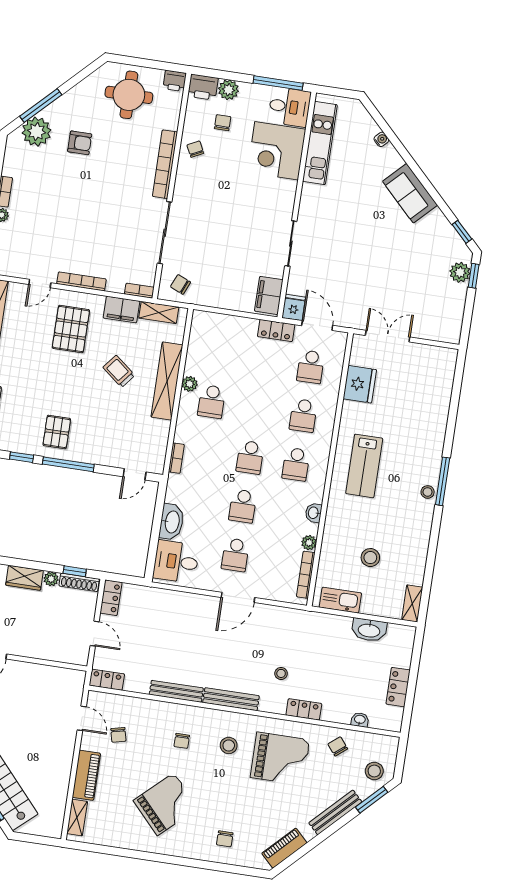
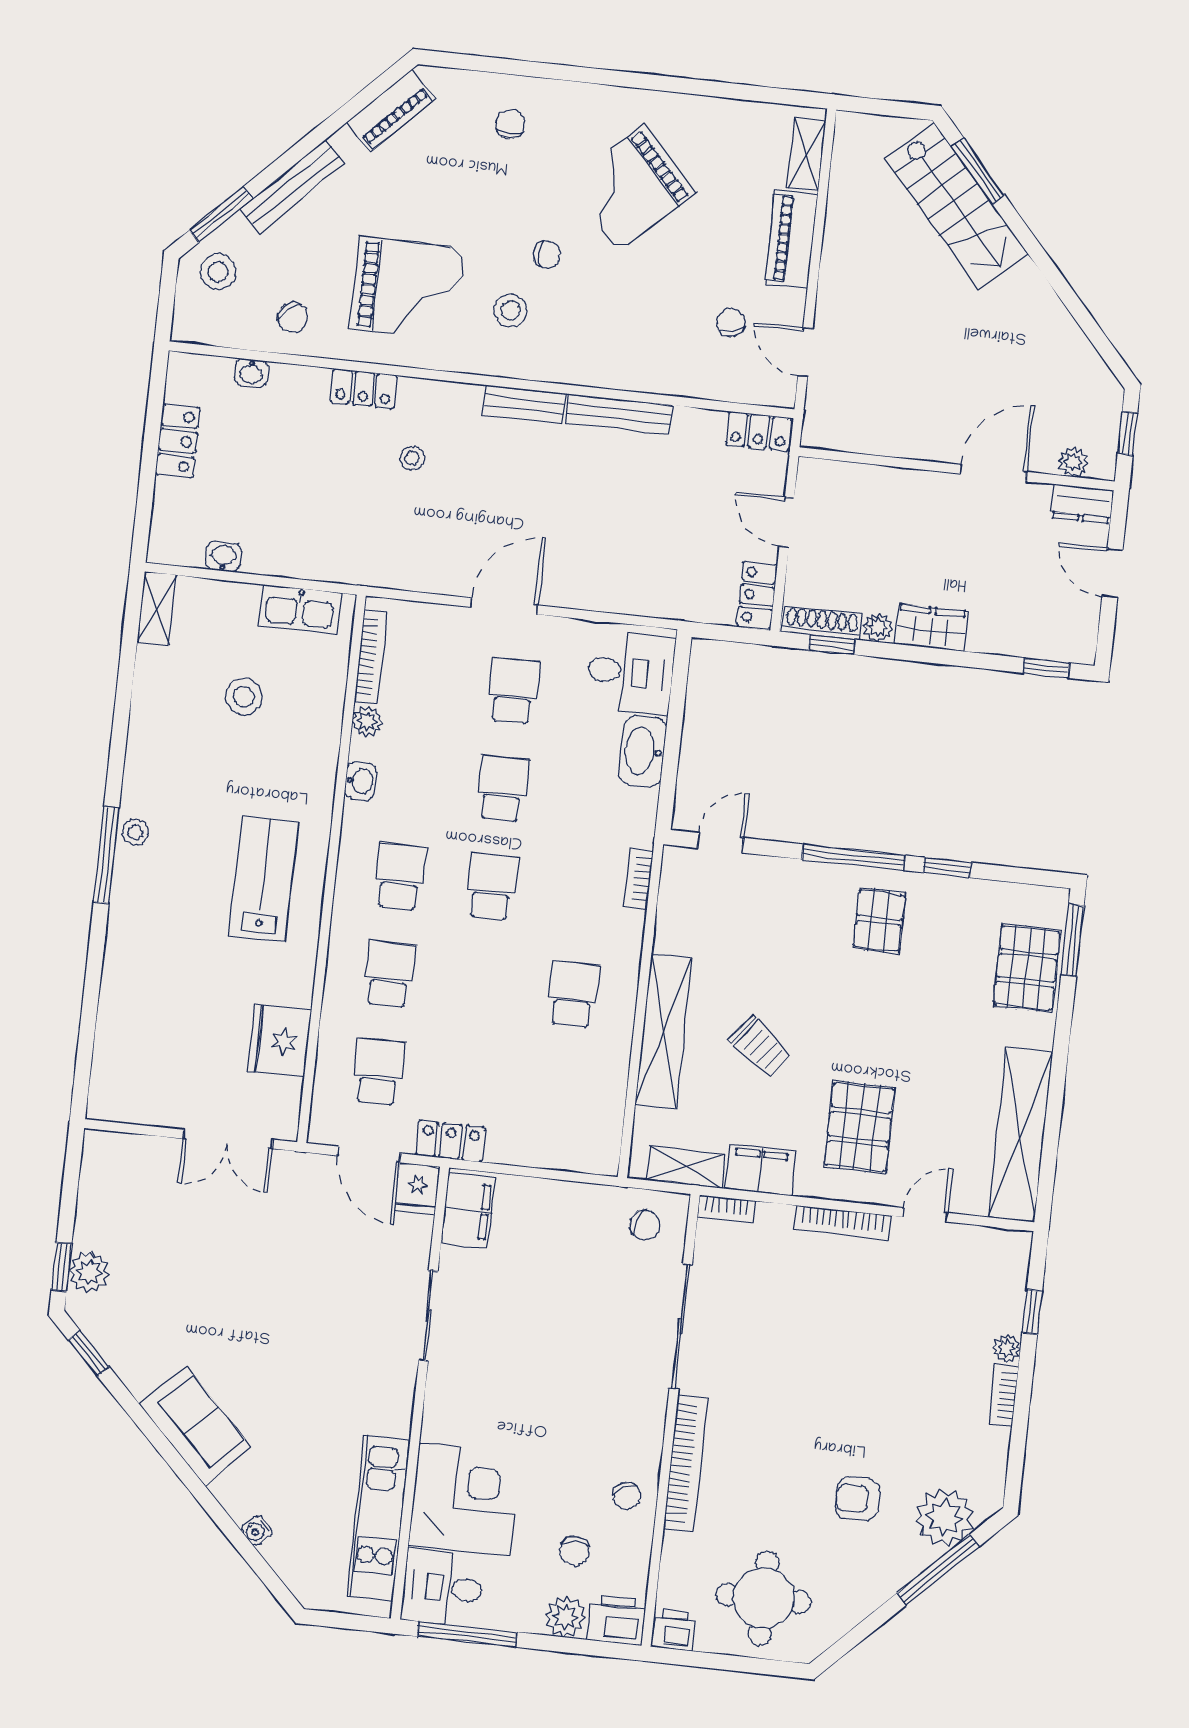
plant: (190, 384) -> (618, 1028), removed
washbasin: (369, 630) -> (223, 557), width x0.52, depth x0.69
bench: (231, 699) -> (524, 404), width x0.73
chair: (182, 741) -> (547, 255), moved, turned 90
grand piano: (280, 759) -> (407, 288), turned 180

